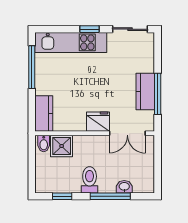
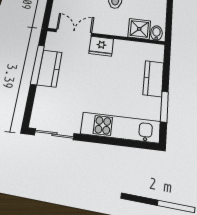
window: (90, 29) -> (99, 140), removed
window: (32, 67) -> (164, 107), width x0.69
kitchen counter: (44, 114) -> (153, 79), moved

